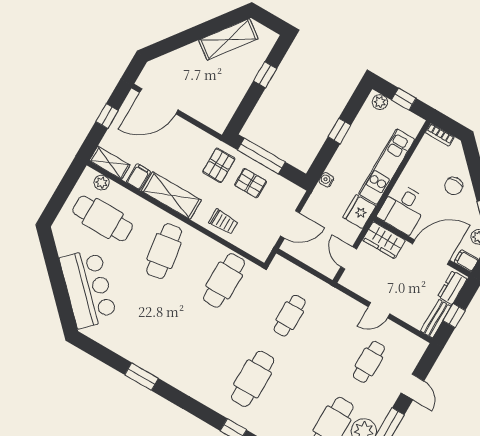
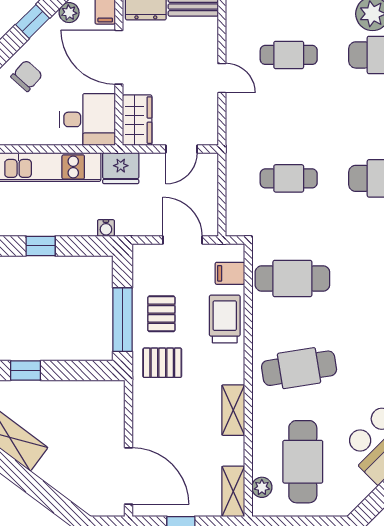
filing cabinet: (139, 177) -> (230, 273), moved
chair: (454, 186) -> (27, 76), turned -48
shelving: (171, 195) -> (233, 410), width x0.67, depth x0.75
trolley: (223, 222) -> (225, 319), width x1.36, depth x1.39

